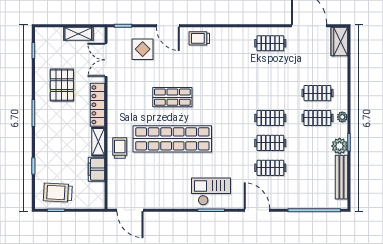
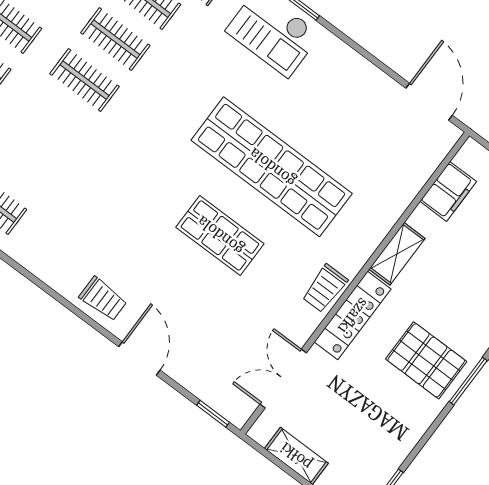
display table: (143, 49) -> (210, 351), removed
double door: (106, 60) -> (283, 379), swing flipped
pallet: (62, 85) -> (426, 360), moved, turned 90
trolley: (120, 148) -> (325, 288), moved
filing cabinet: (96, 169) -> (448, 191), moved

